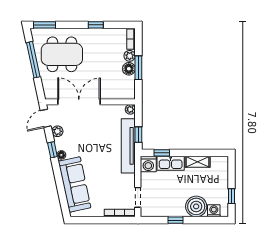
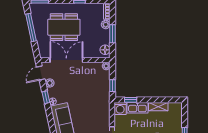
dining table: (62, 54) -> (64, 27), moved
floor lamp: (129, 69) -> (105, 50), moved
tv unit: (128, 146) -> (105, 94), removed

